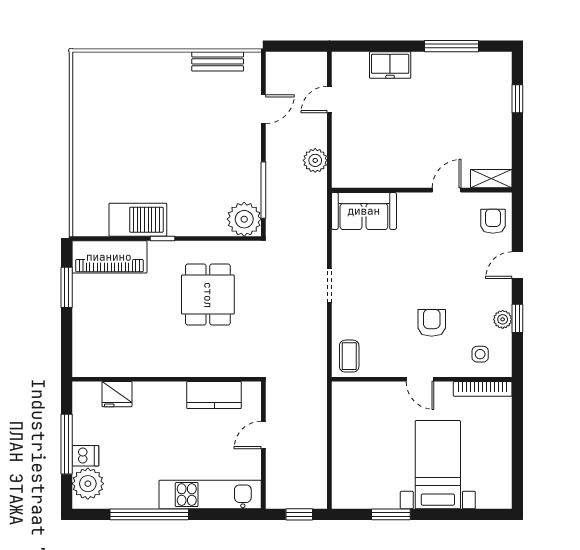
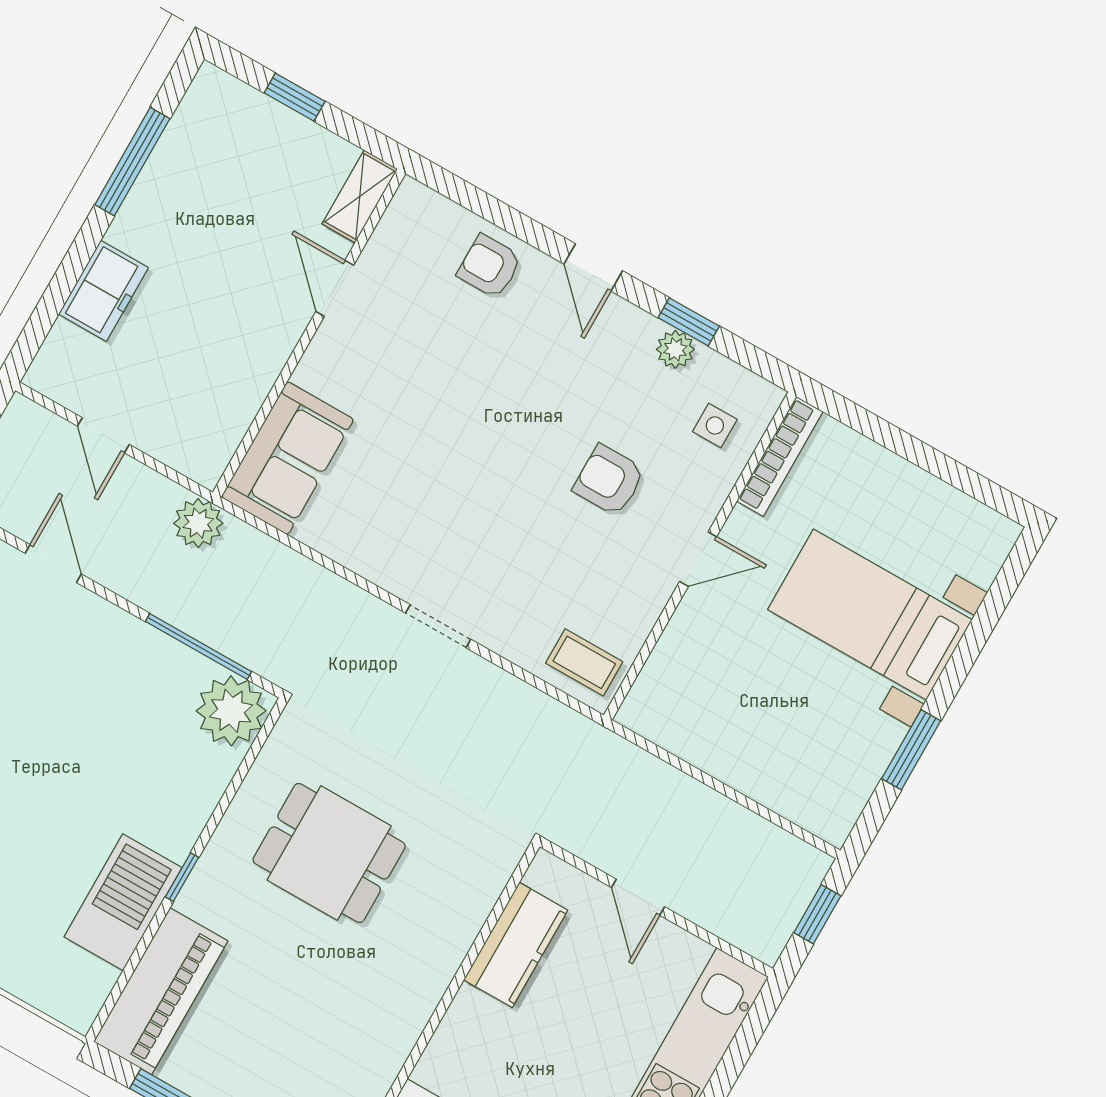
shelving: (491, 179) -> (360, 196), moved
wall: (422, 190) -> (309, 333), moved
door: (447, 190) -> (335, 288), moved
sofa: (364, 211) -> (288, 458), moved

